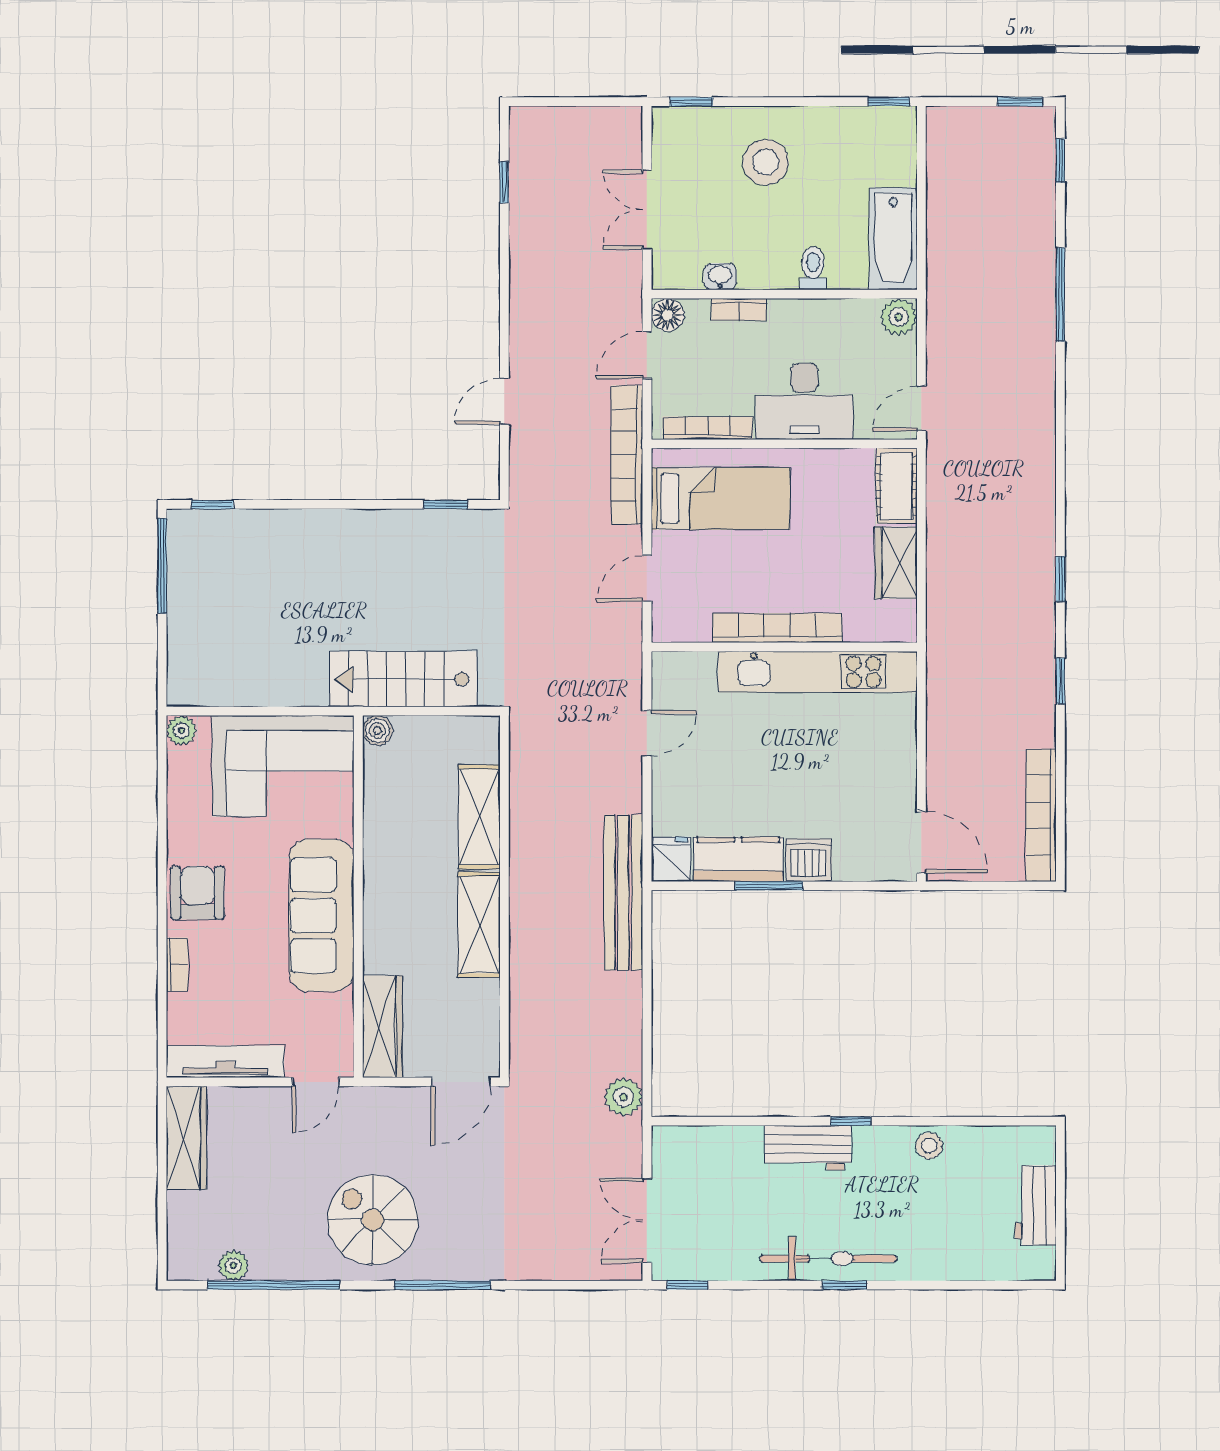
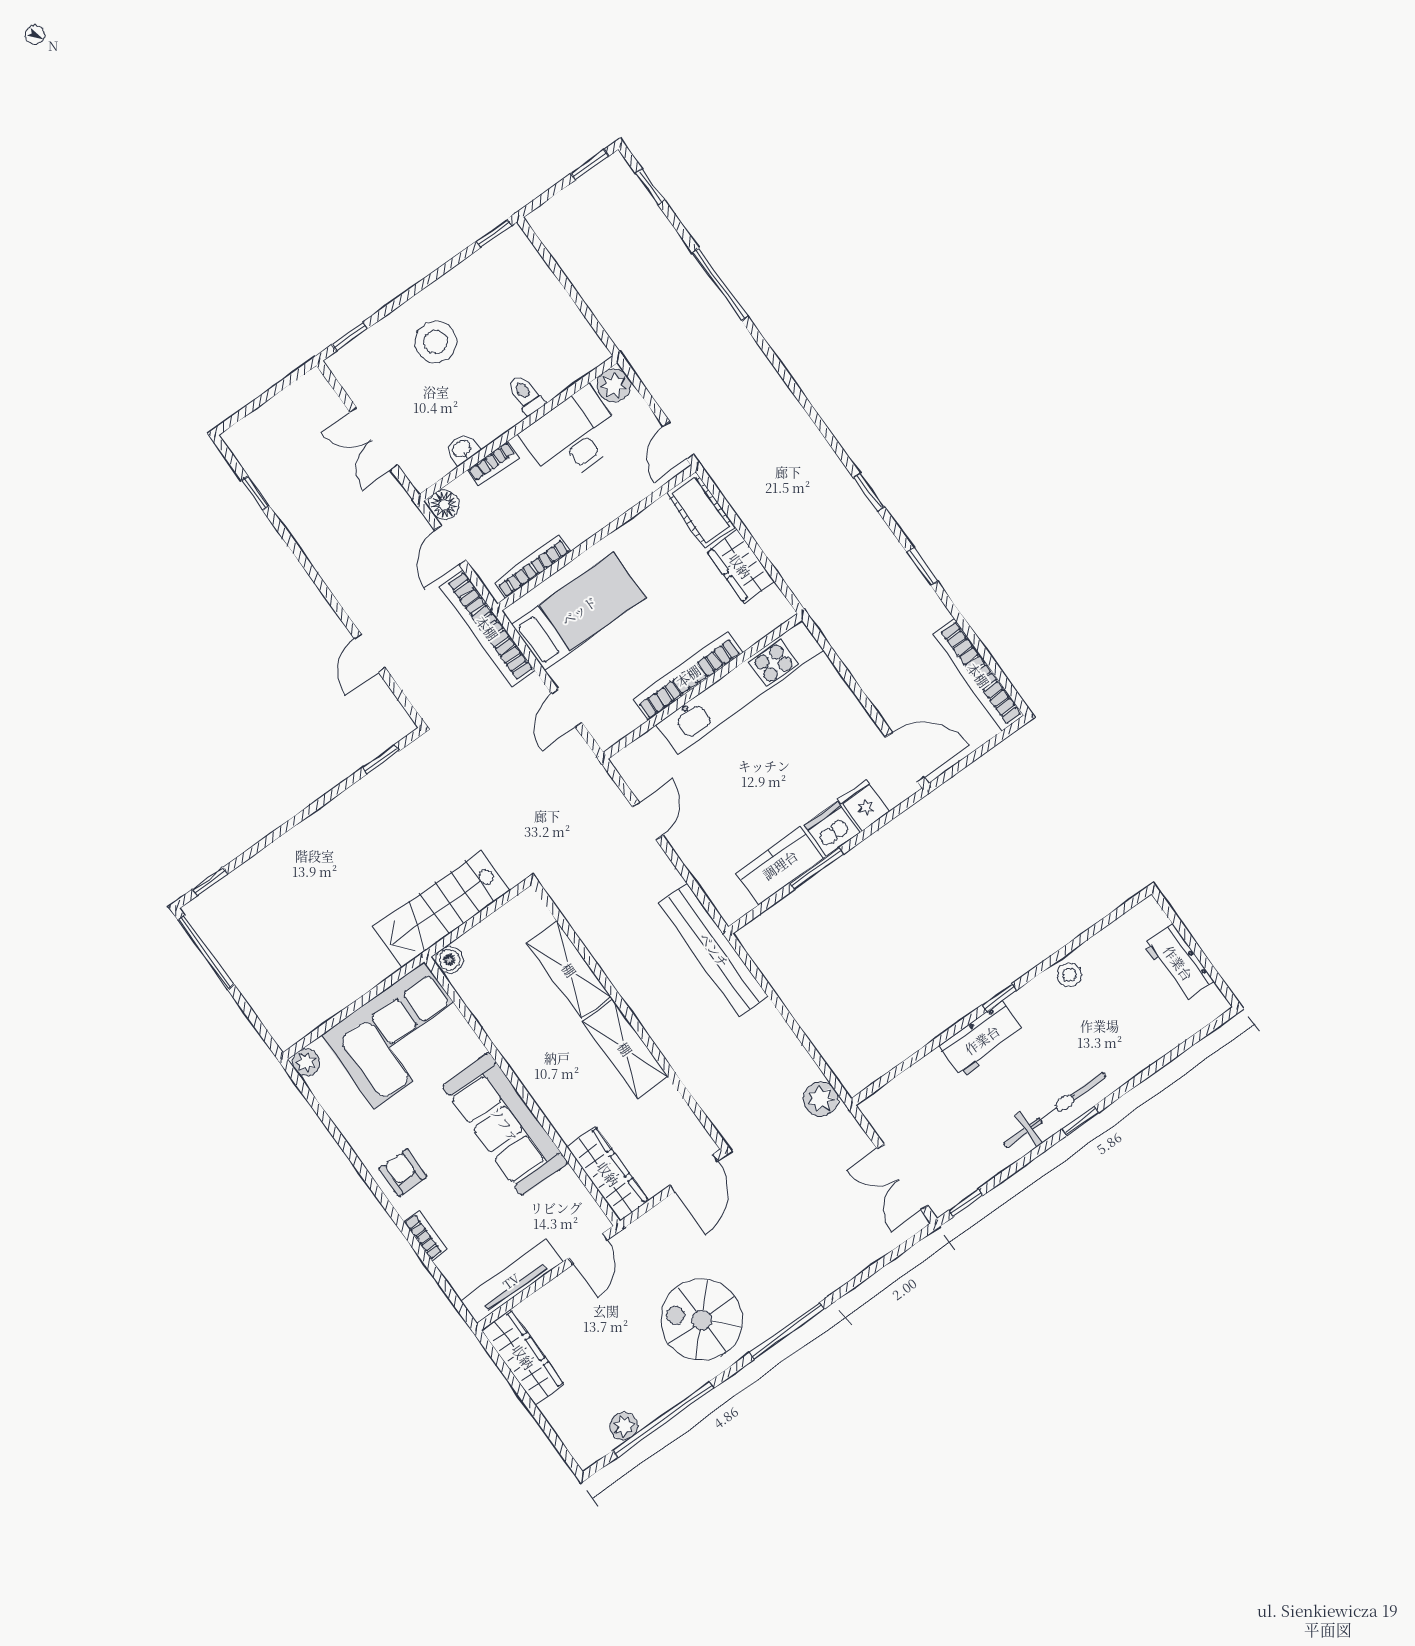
bathtub: (893, 239) -> (569, 331), removed
desk: (804, 401) -> (573, 436), moved, turned 180
fridge: (672, 859) -> (864, 805), moved
armchair: (198, 893) -> (403, 1173), width x0.72, depth x0.72

